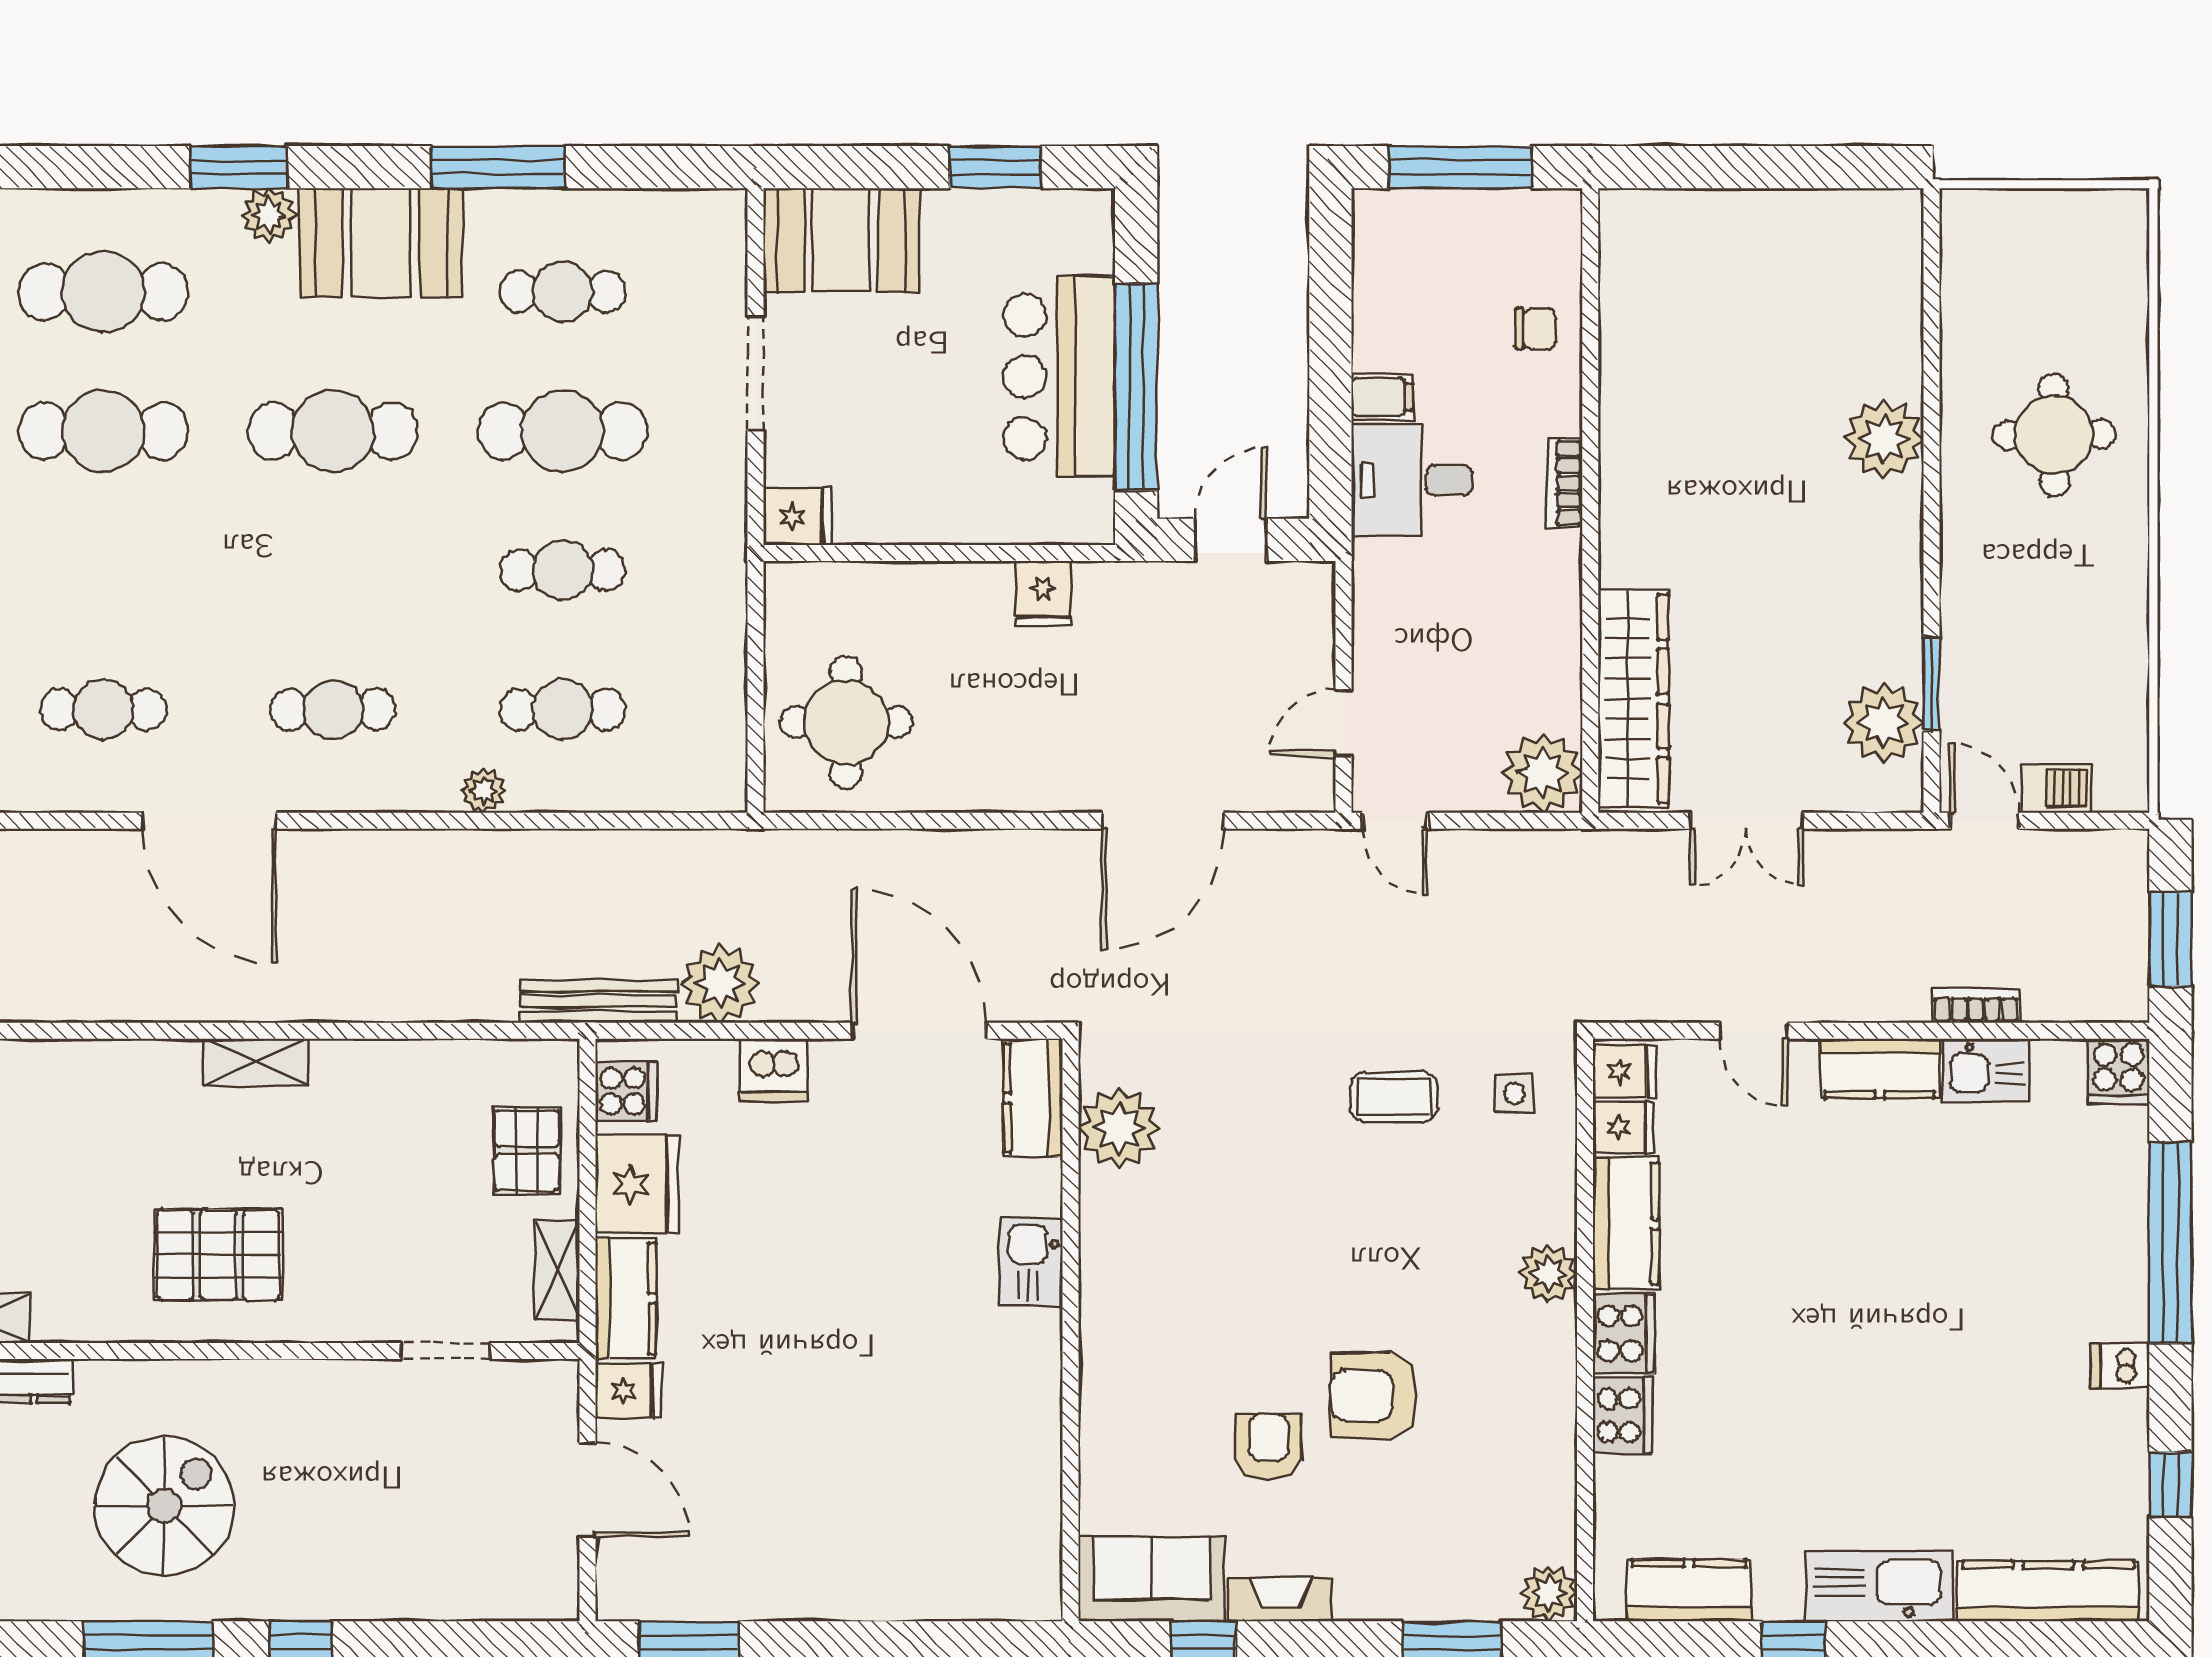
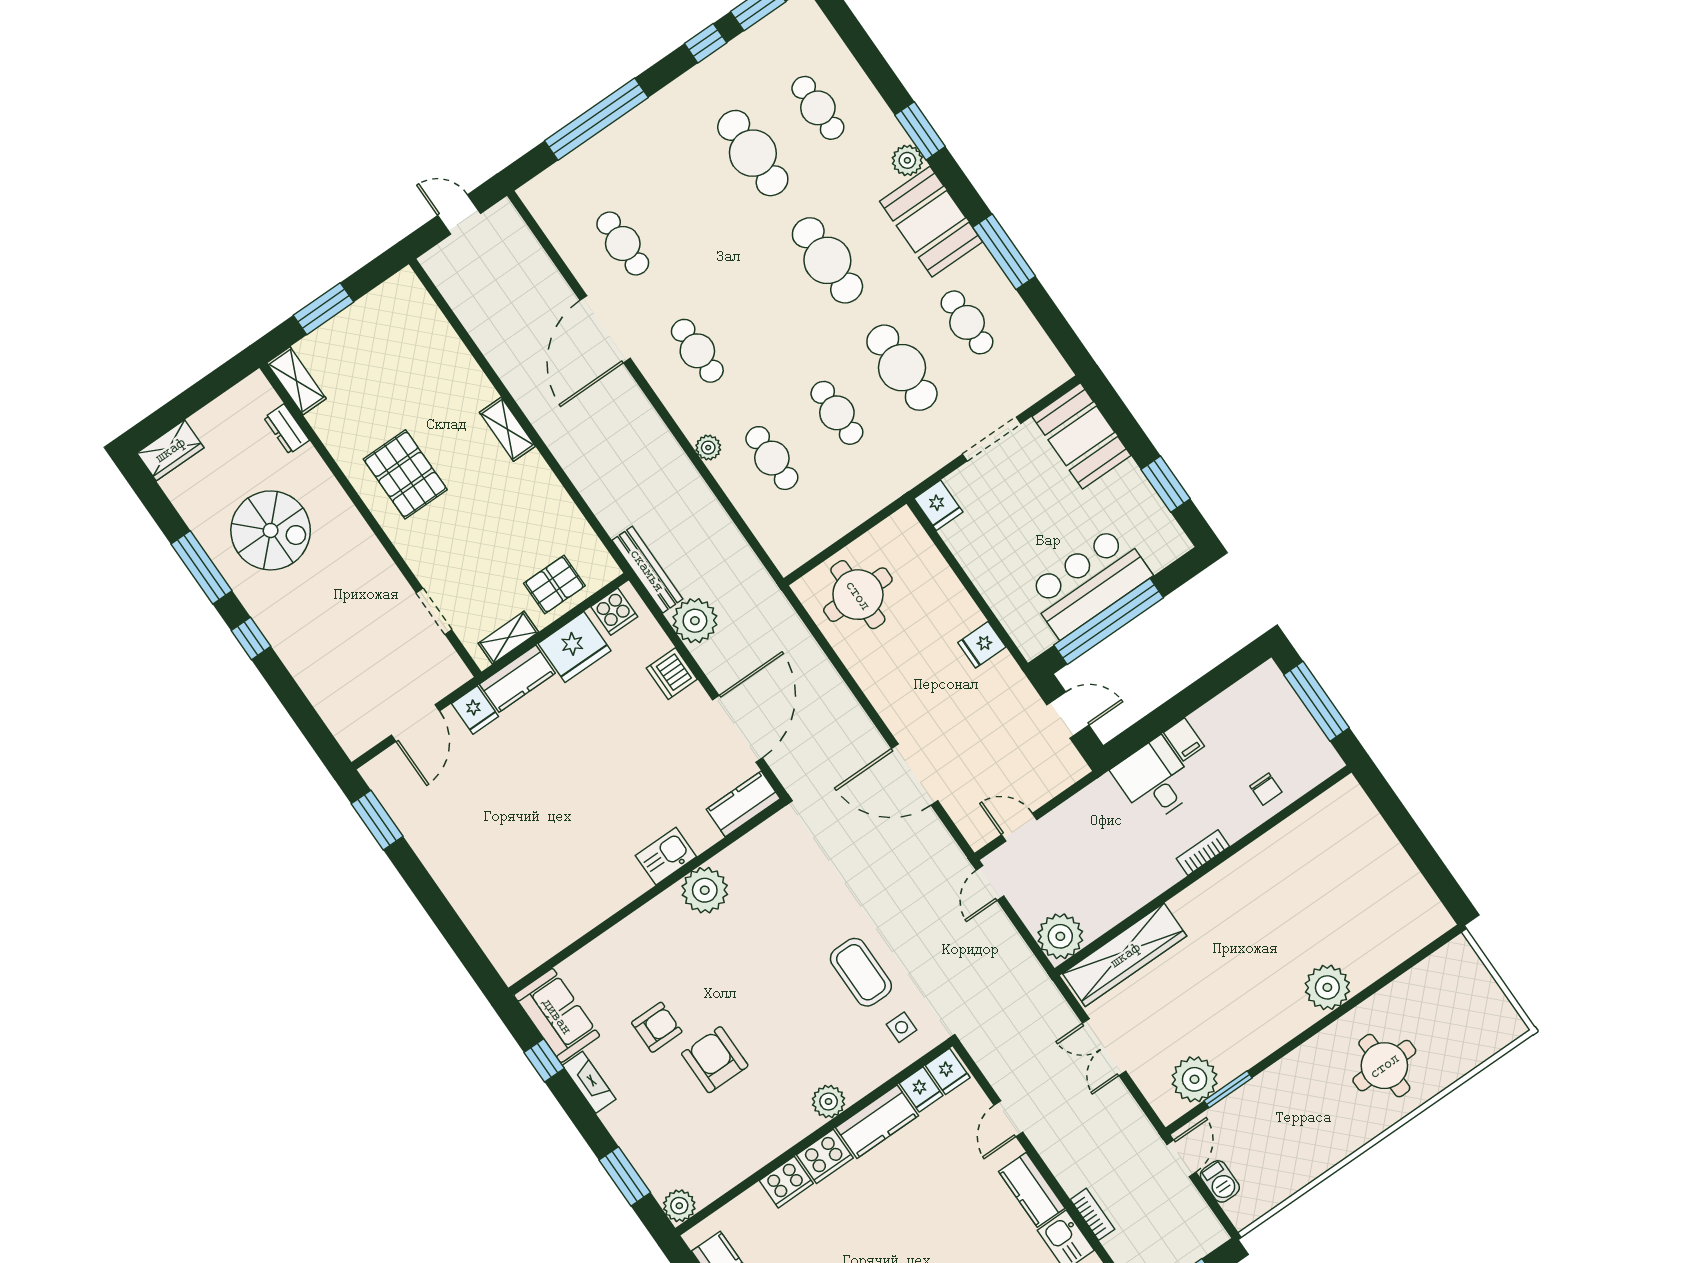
cafe table: (103, 292) -> (818, 108), width x0.73, depth x0.74
coffee table: (1394, 1097) -> (861, 972), width x1.36, depth x1.30
plant: (1119, 1128) -> (705, 890), moved

